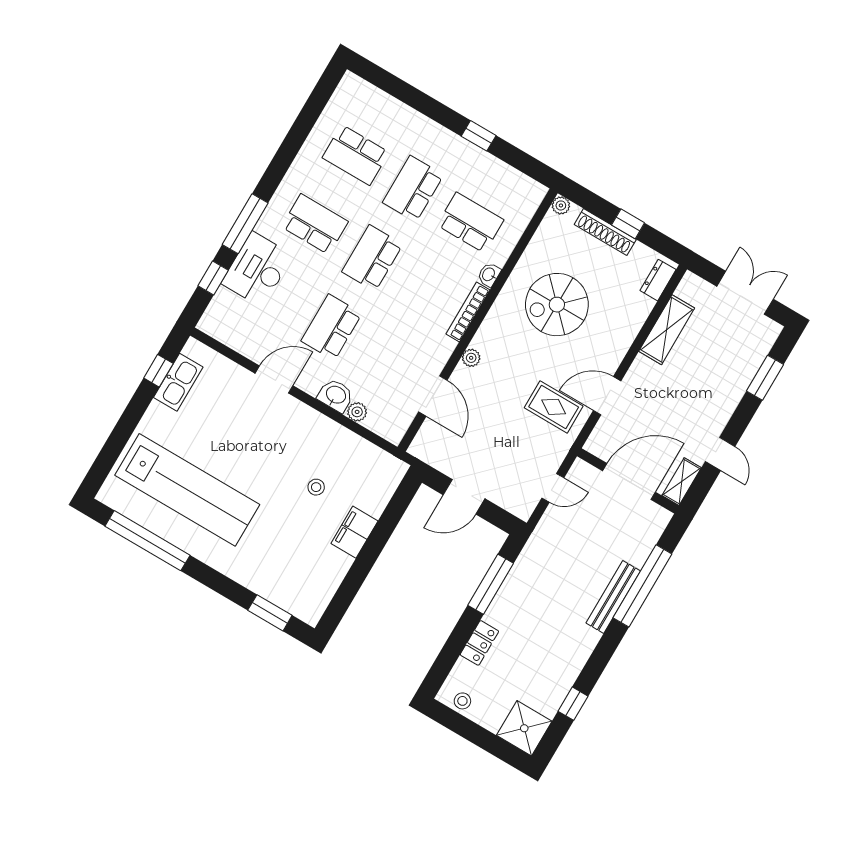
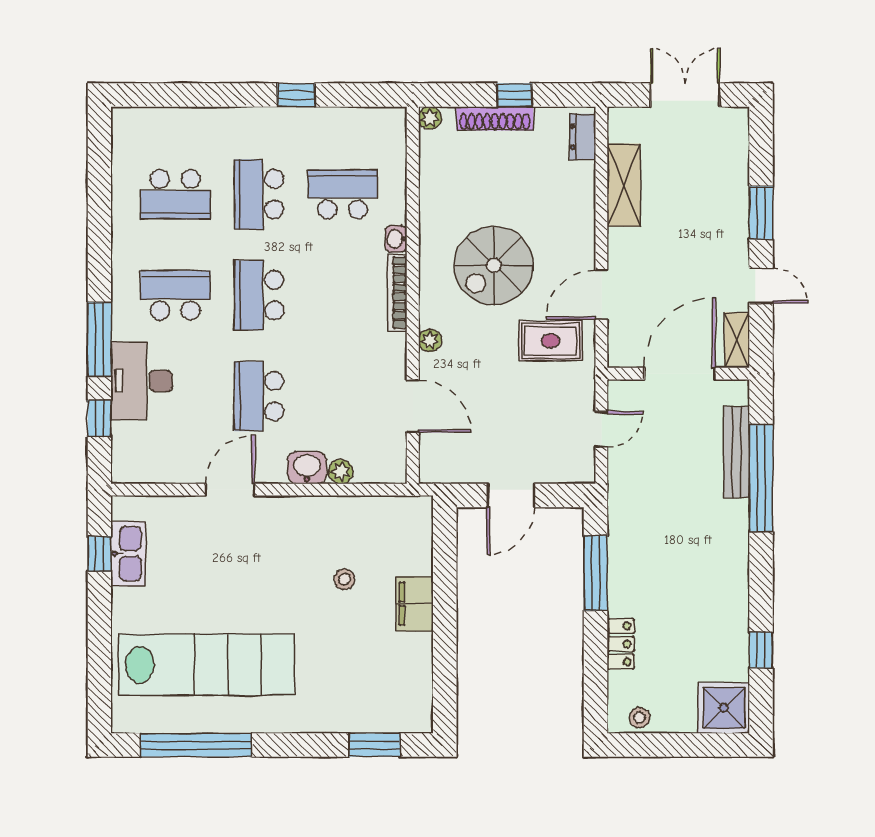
spiral stairs: (557, 305) -> (494, 265), moved
window: (765, 378) -> (761, 213), moved
bench: (613, 597) -> (737, 452), moved

